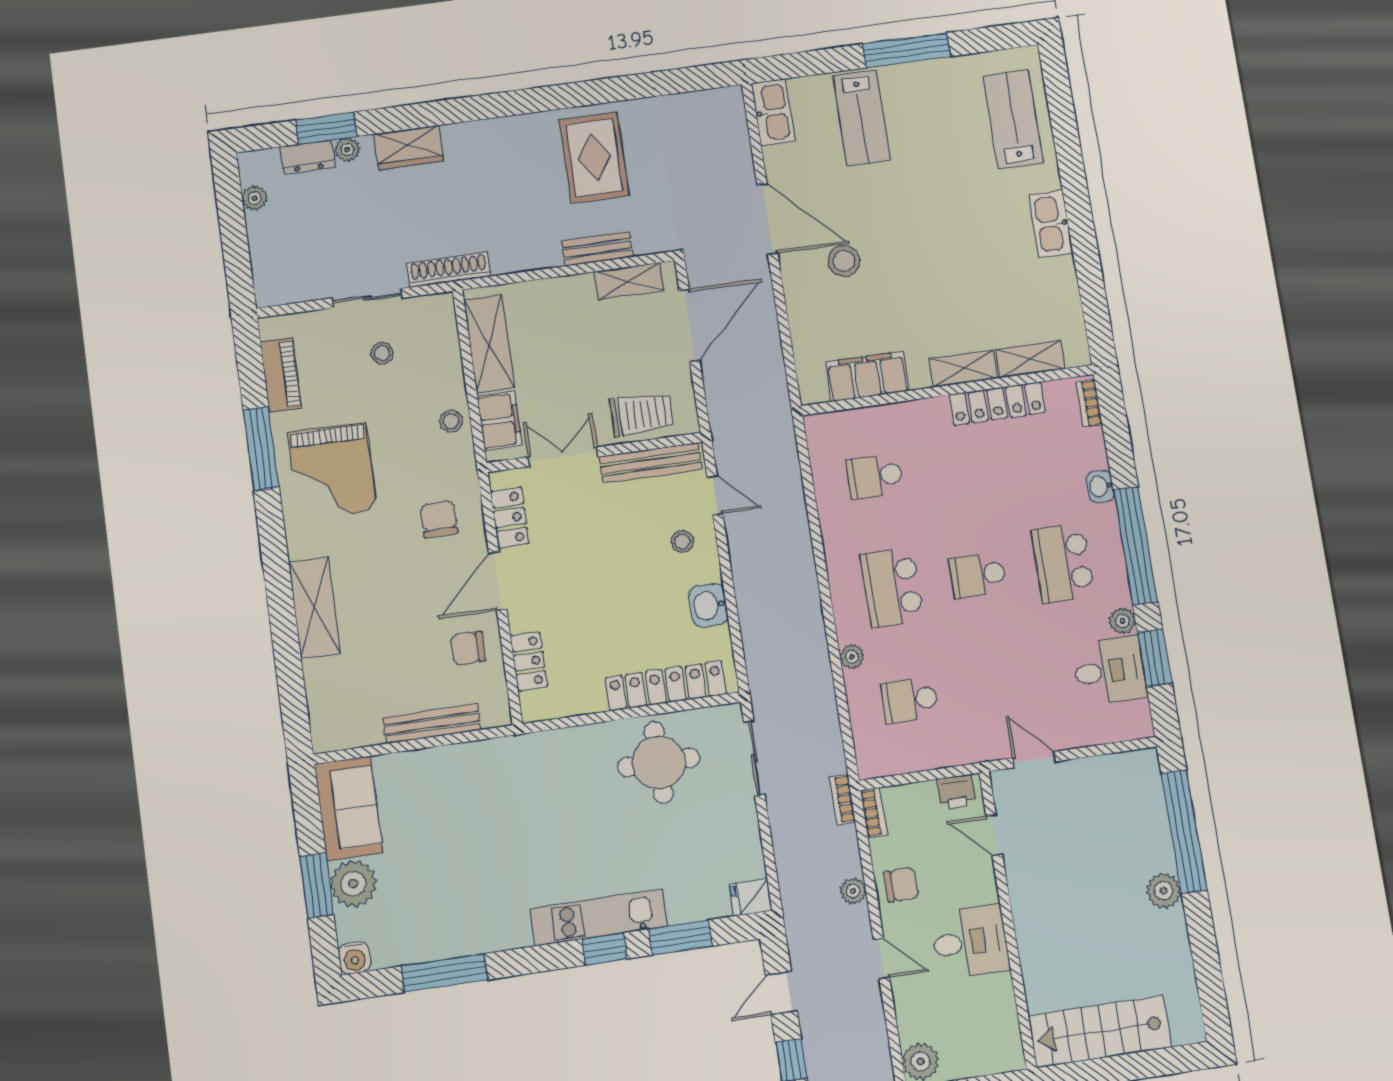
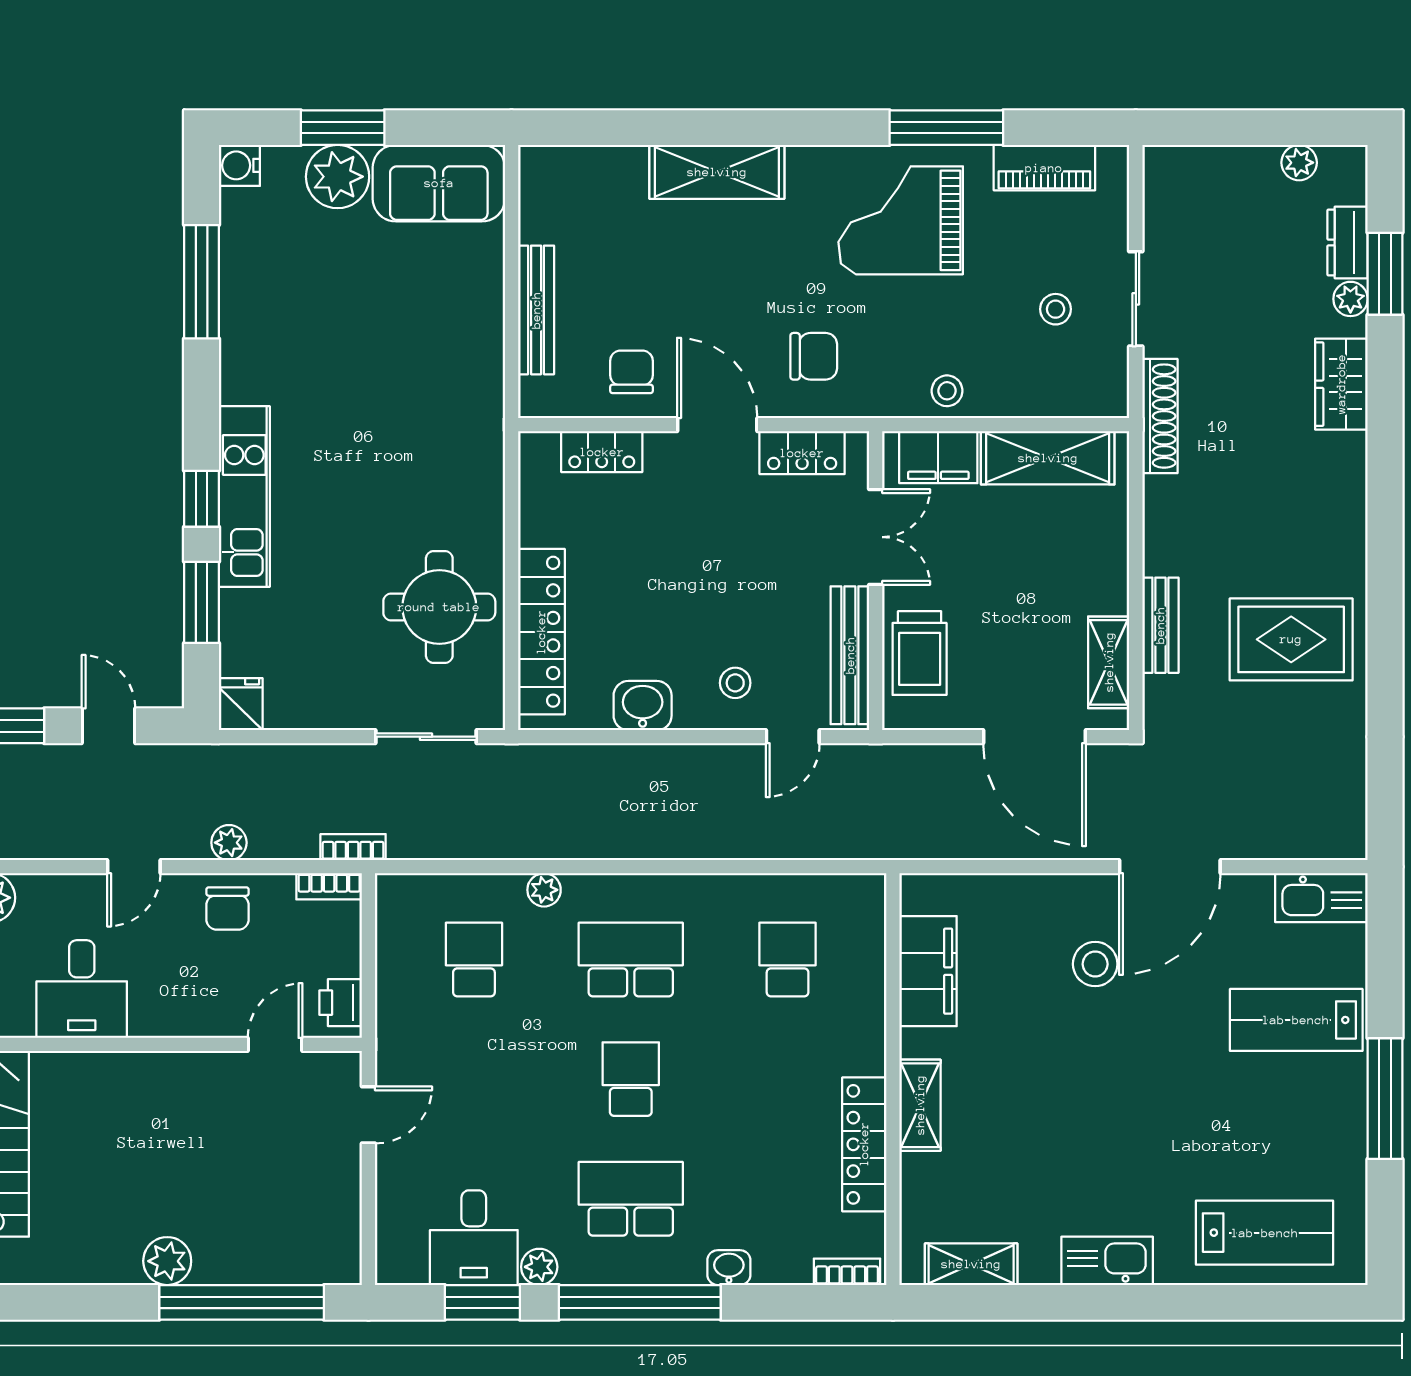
shelving: (1030, 359) -> (971, 1264), moved, turned 90
desk: (970, 942) -> (82, 989), moved

